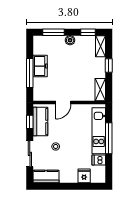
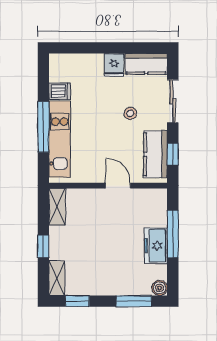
boiler: (70, 40) -> (160, 288), moved
door: (63, 103) -> (118, 186), hinge flipped
fridge: (84, 176) -> (114, 65), moved

